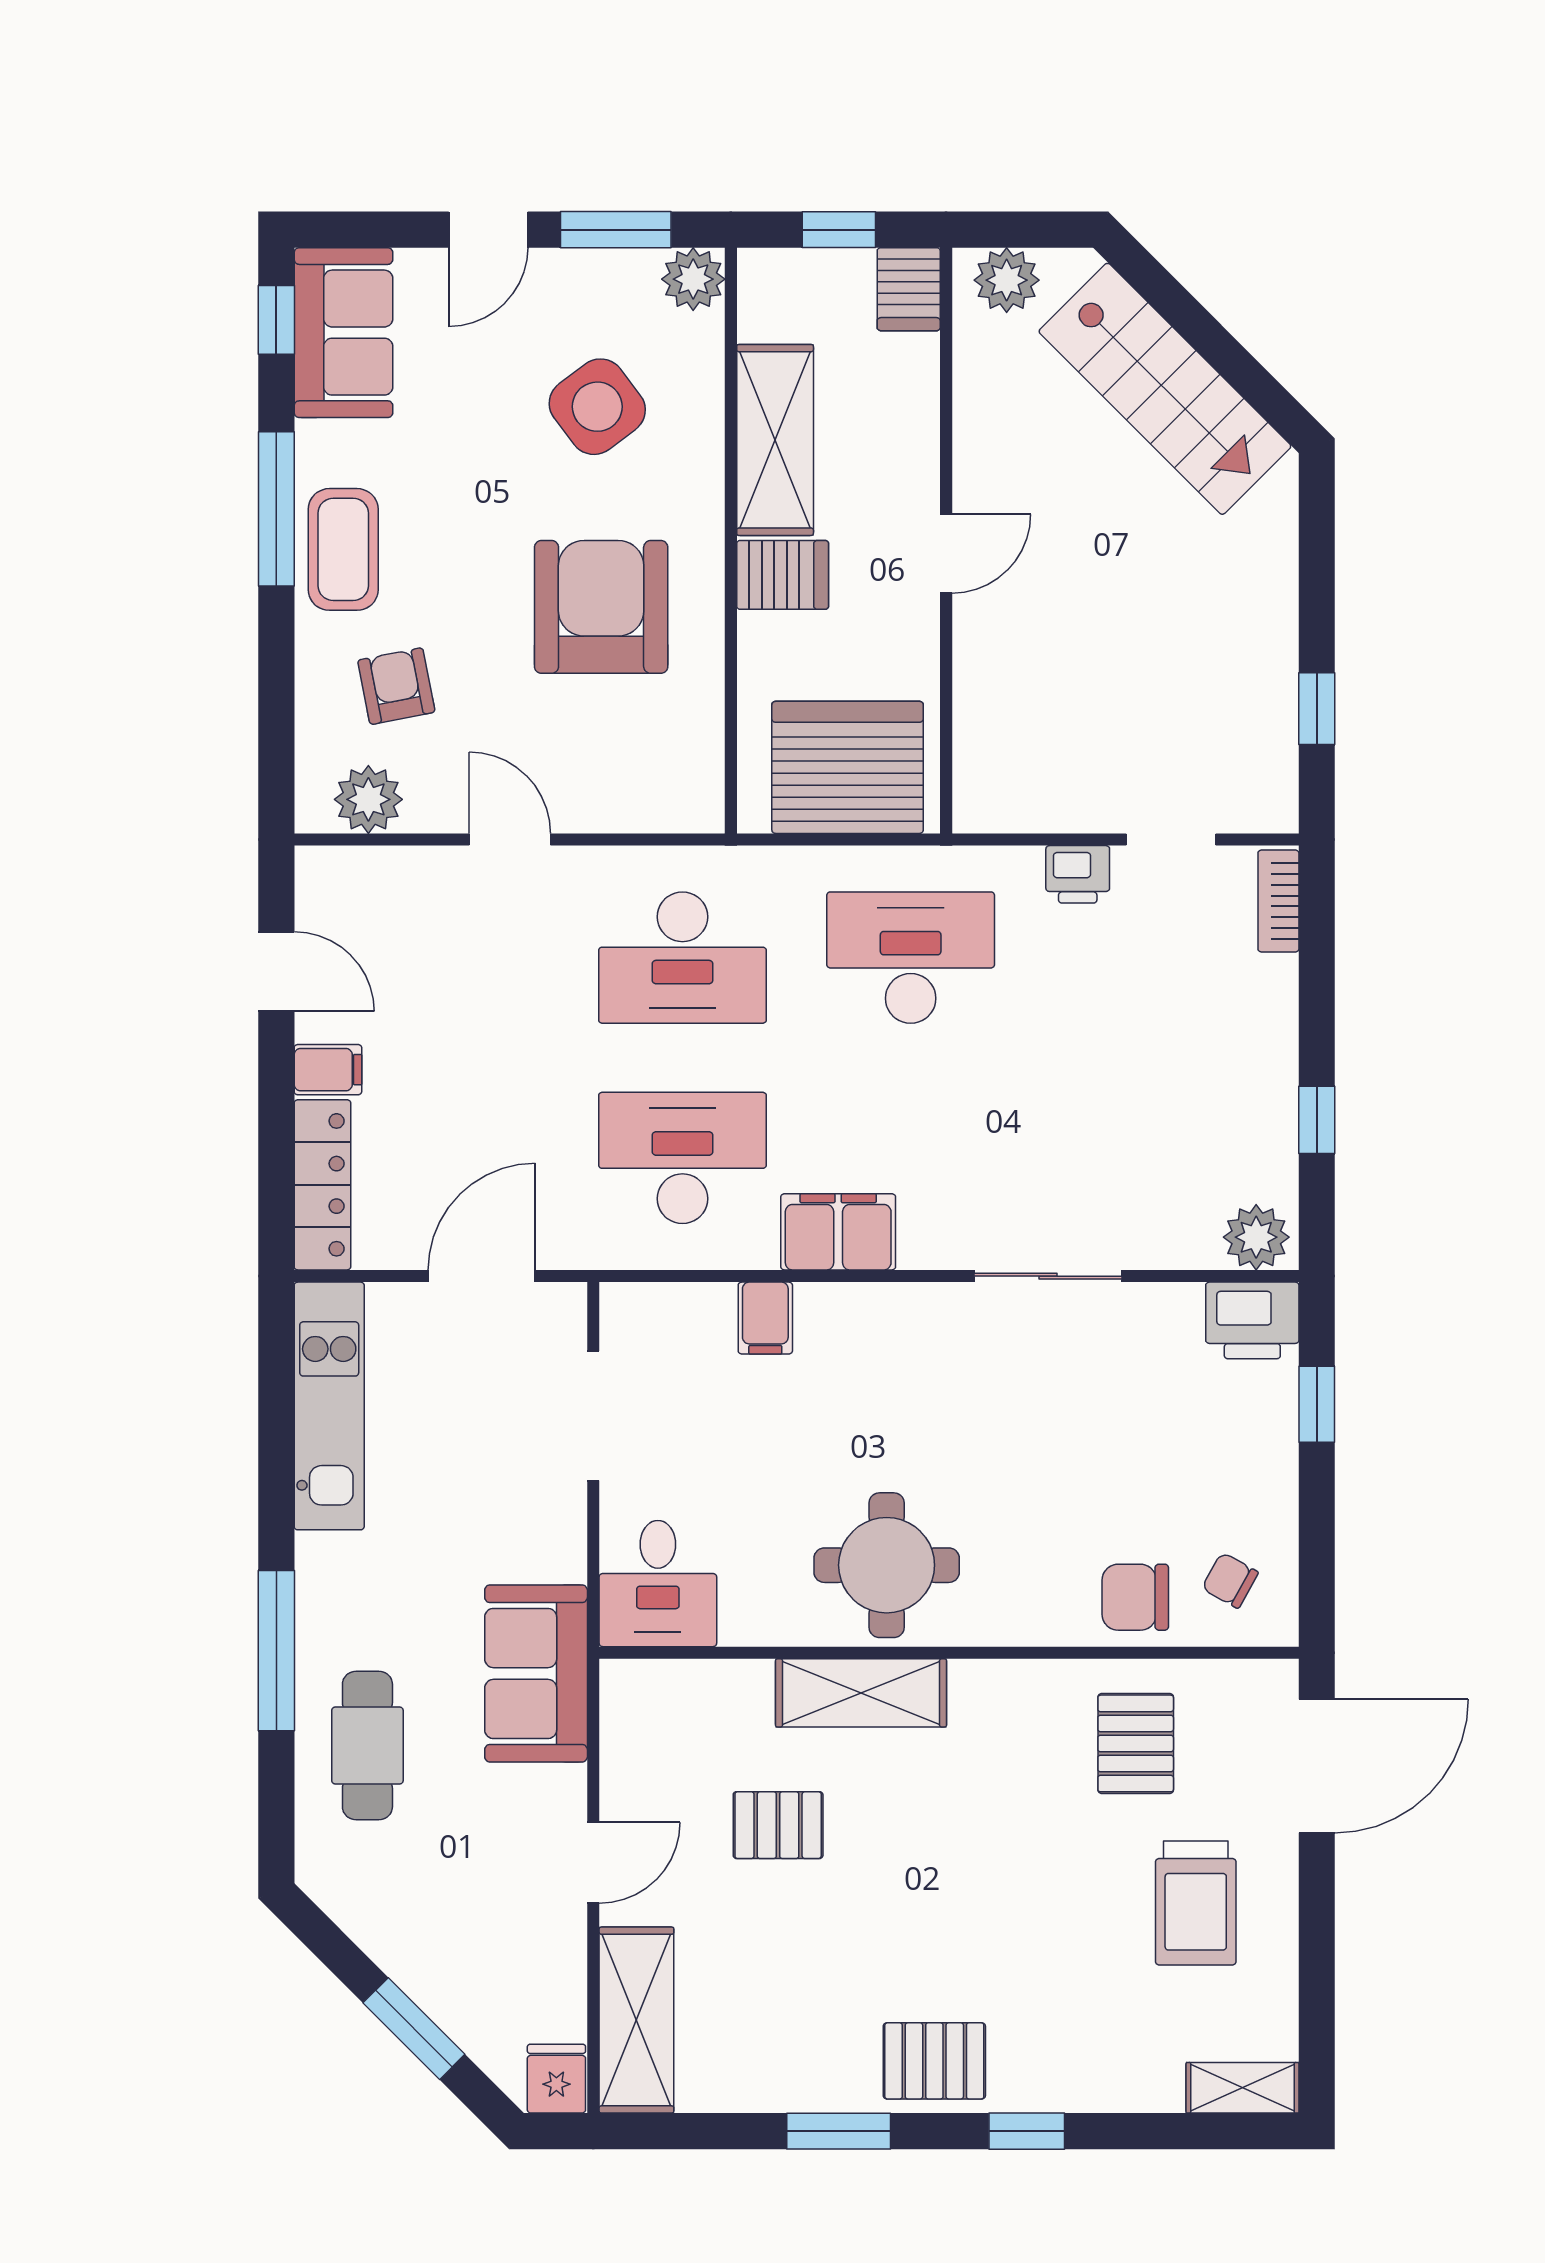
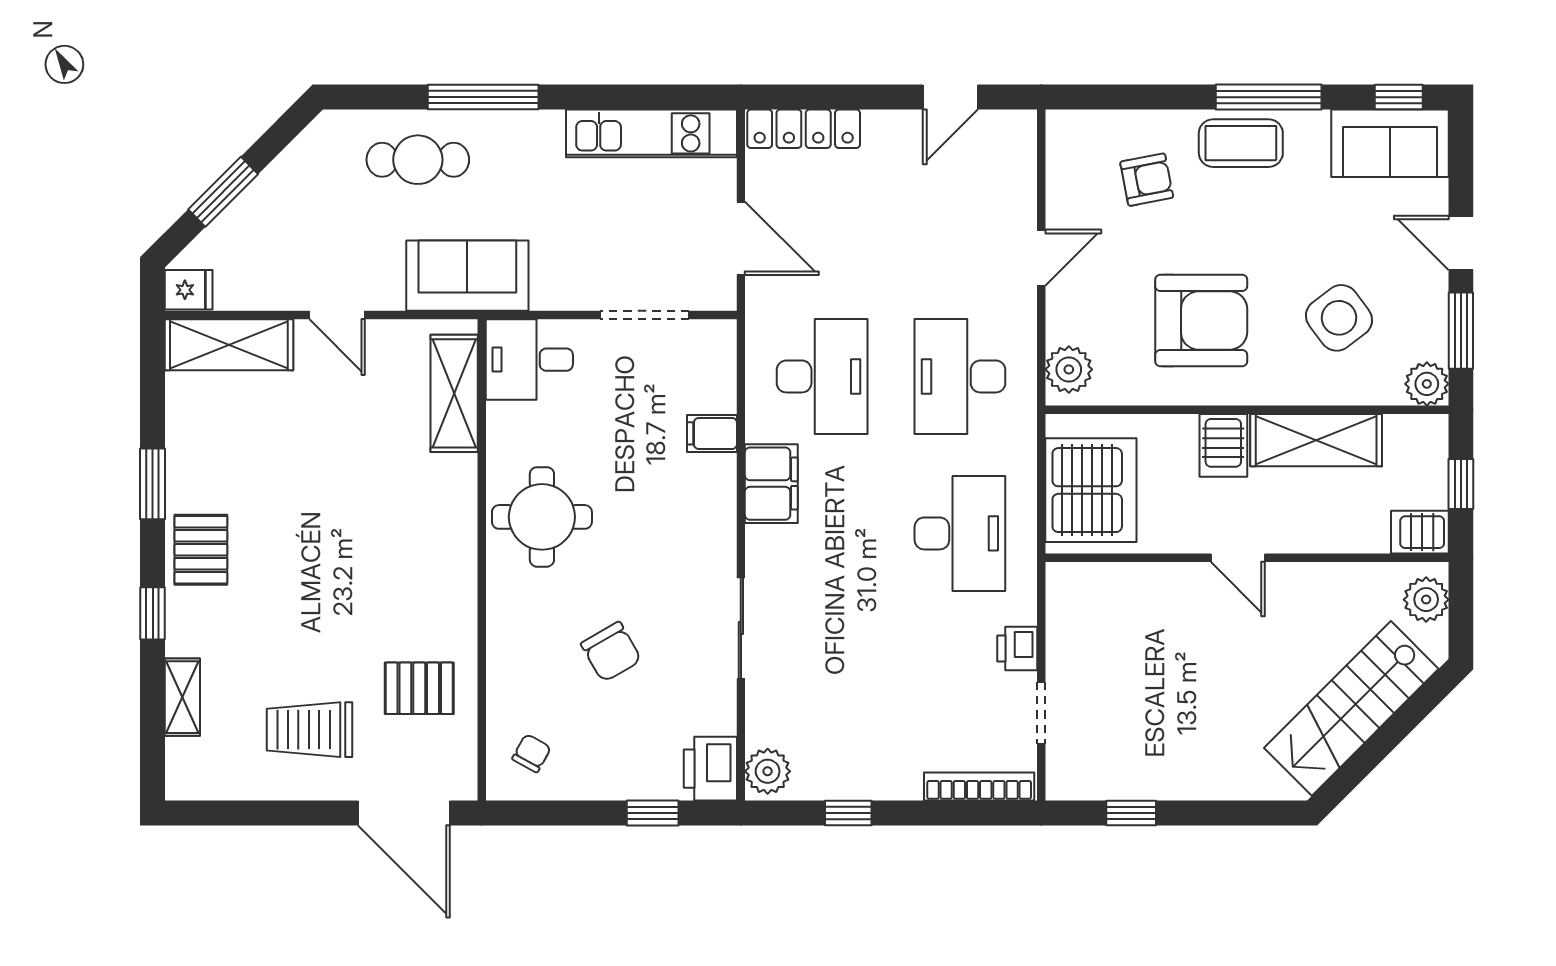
plant: (368, 799) -> (1069, 369), moved
bookcase: (1278, 901) -> (979, 787), width x1.56
filing cabinet: (328, 1070) -> (883, 133), removed
chair: (1135, 1597) -> (611, 652), moved, turned 150
shelving: (861, 1693) -> (454, 393), moved
pallet: (778, 1825) -> (363, 442), removed
shelving: (1242, 2088) -> (182, 697), moved

